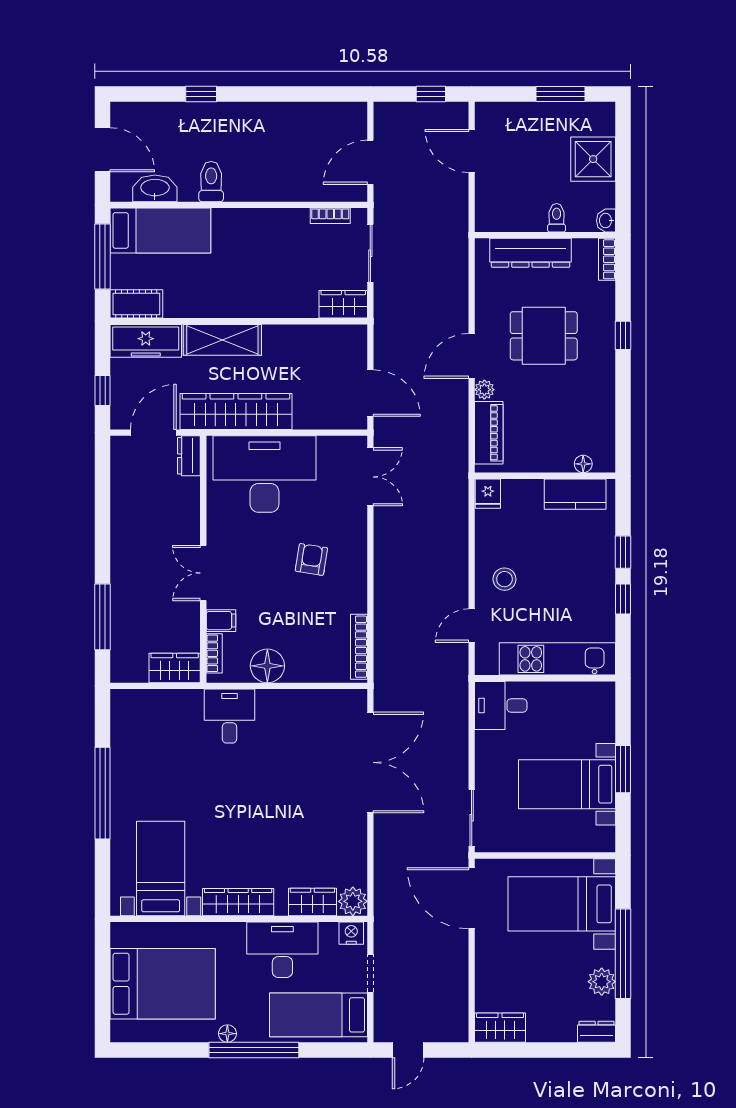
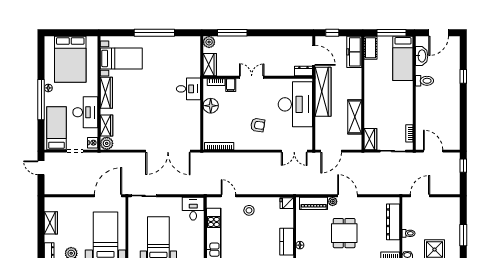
window: (431, 94) -> (463, 166), moved
door: (472, 151) -> (420, 196), moved
dining table: (544, 336) -> (344, 233), moved
shelving: (222, 340) -> (355, 117), moved
plant: (123, 670) -> (209, 42), added
wardrobe: (500, 1028) -> (51, 223), moved

